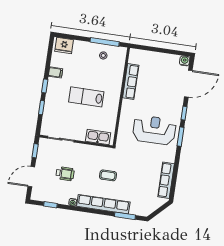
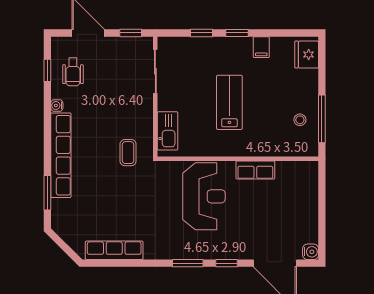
row of seats: (131, 81) -> (255, 170), width x0.68
reception desk: (154, 130) -> (204, 196), moved
wheelchair: (65, 174) -> (73, 72), moved
coffee table: (108, 175) -> (128, 153), moved

